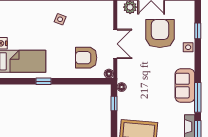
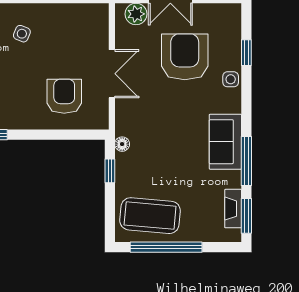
armchair: (86, 58) -> (64, 96), turned 90
floor lamp: (109, 74) -> (101, 122), removed

